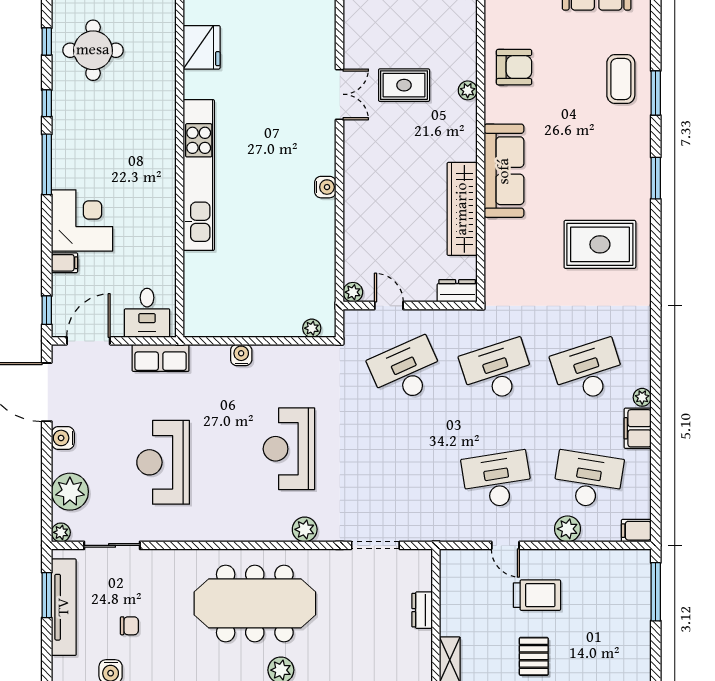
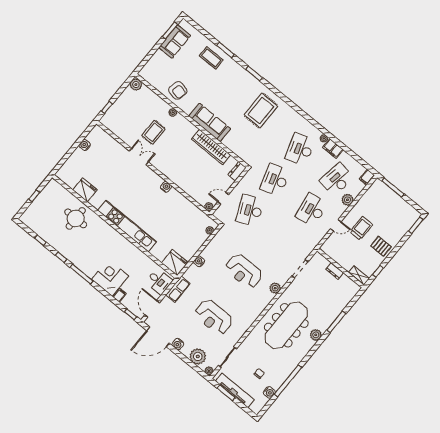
round table: (93, 50) -> (76, 218), moved
armchair: (514, 67) -> (178, 90), turned 101
fridge: (203, 313) -> (175, 263), added

